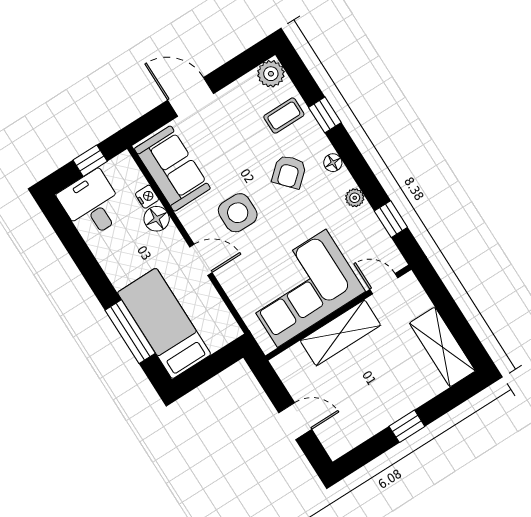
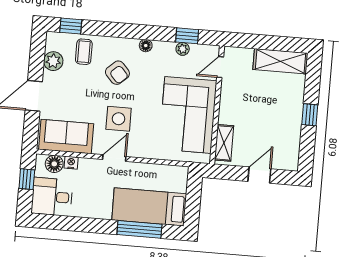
plant: (271, 74) -> (53, 61), moved
window: (325, 115) -> (71, 26), moved
floor lamp: (333, 163) -> (146, 46), moved
plant: (355, 198) -> (183, 49), moved
floor lamp: (157, 219) -> (54, 164), moved
door: (201, 260) -> (114, 158), moved
shelving: (340, 333) -> (224, 143), moved, width x0.67, depth x0.75

